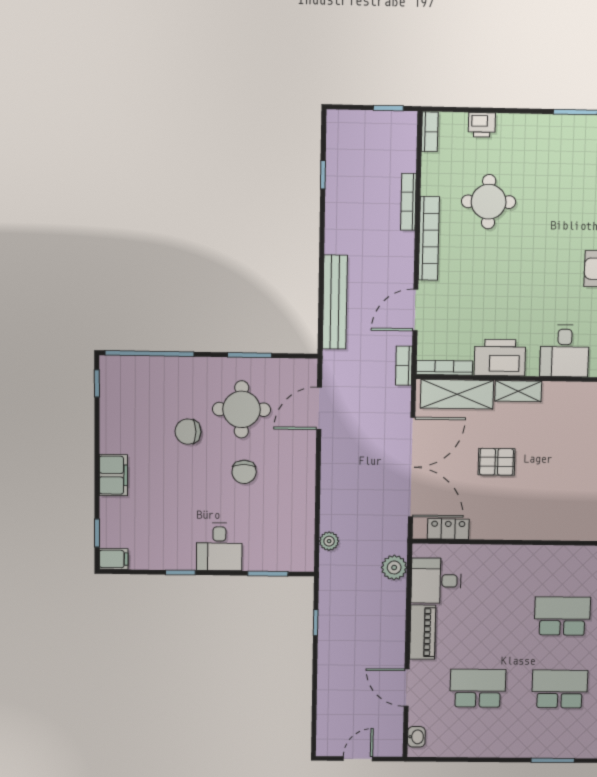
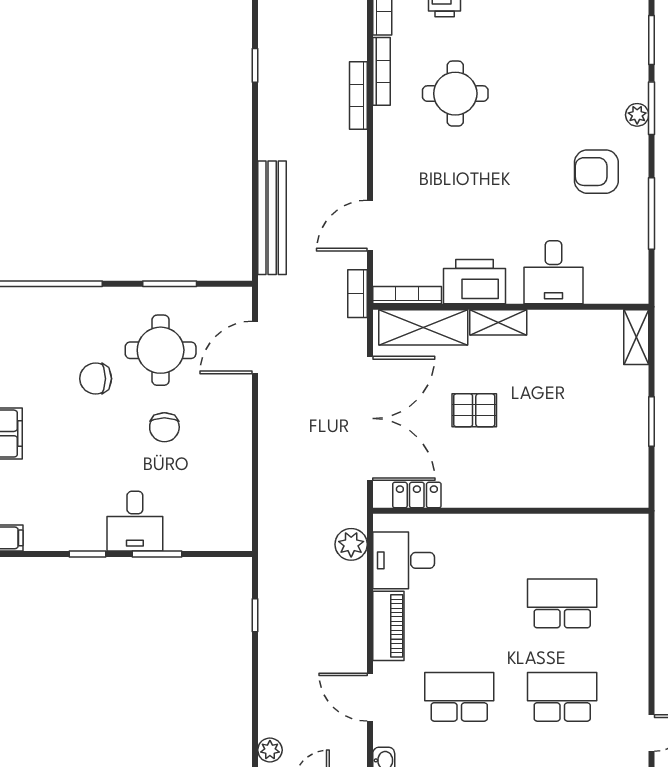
bookcase: (429, 238) -> (382, 71), moved, width x0.68, depth x0.76
plant: (329, 541) -> (270, 750), moved
window: (268, 574) -> (157, 554), moved

